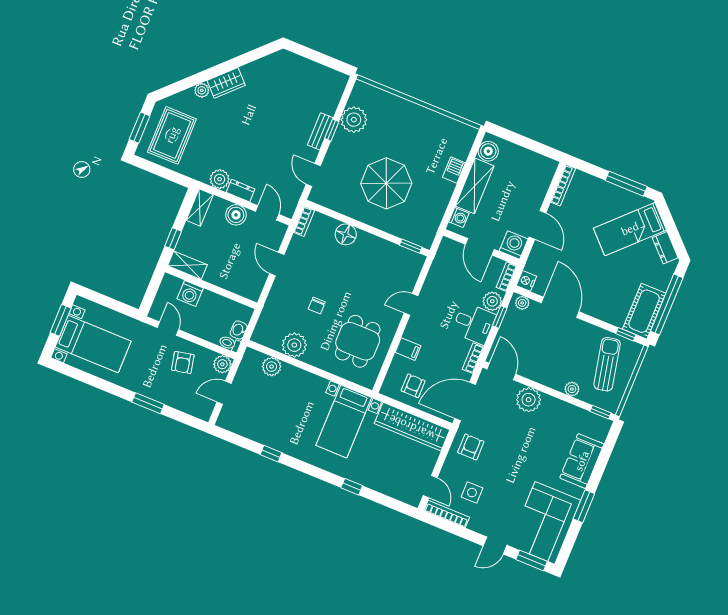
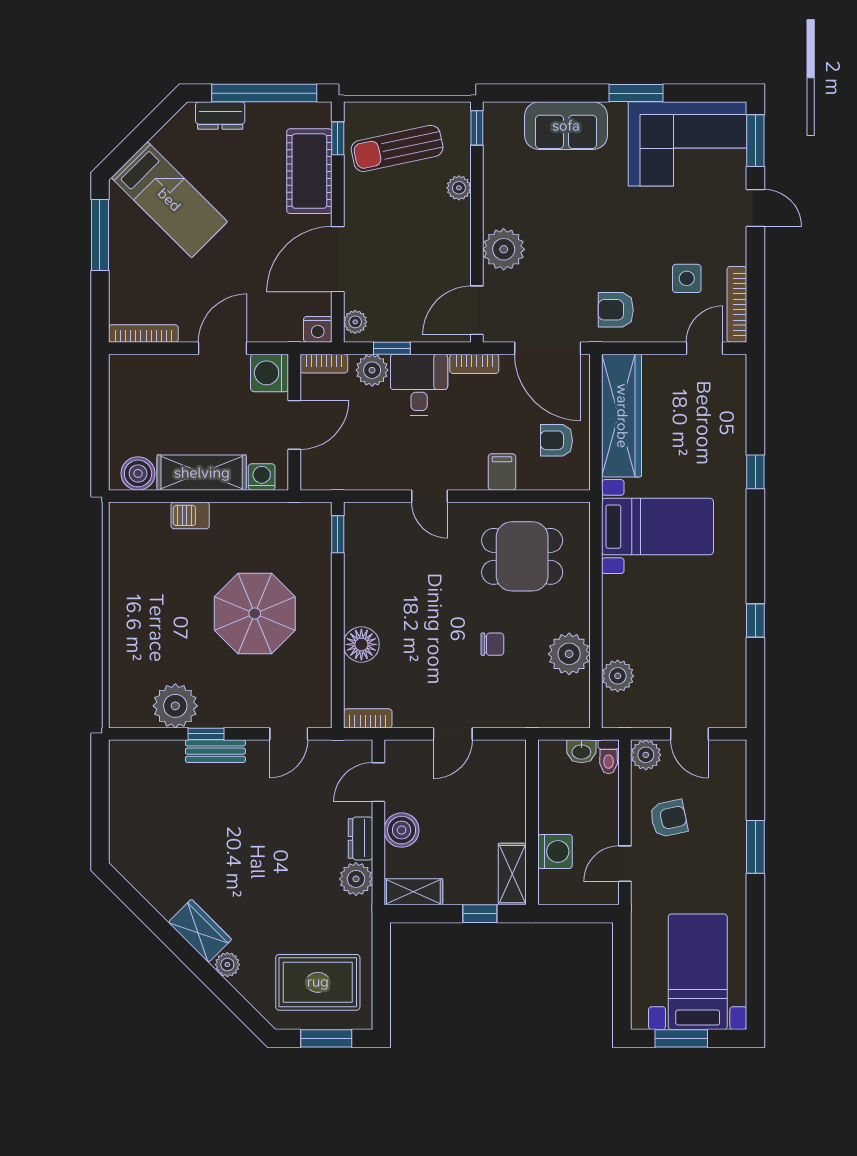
dresser: (665, 248) -> (220, 116), moved, turned 45
cot: (644, 311) -> (309, 171), moved, turned 90

